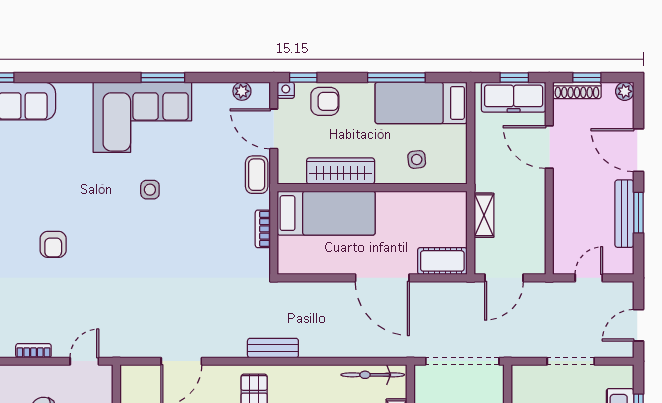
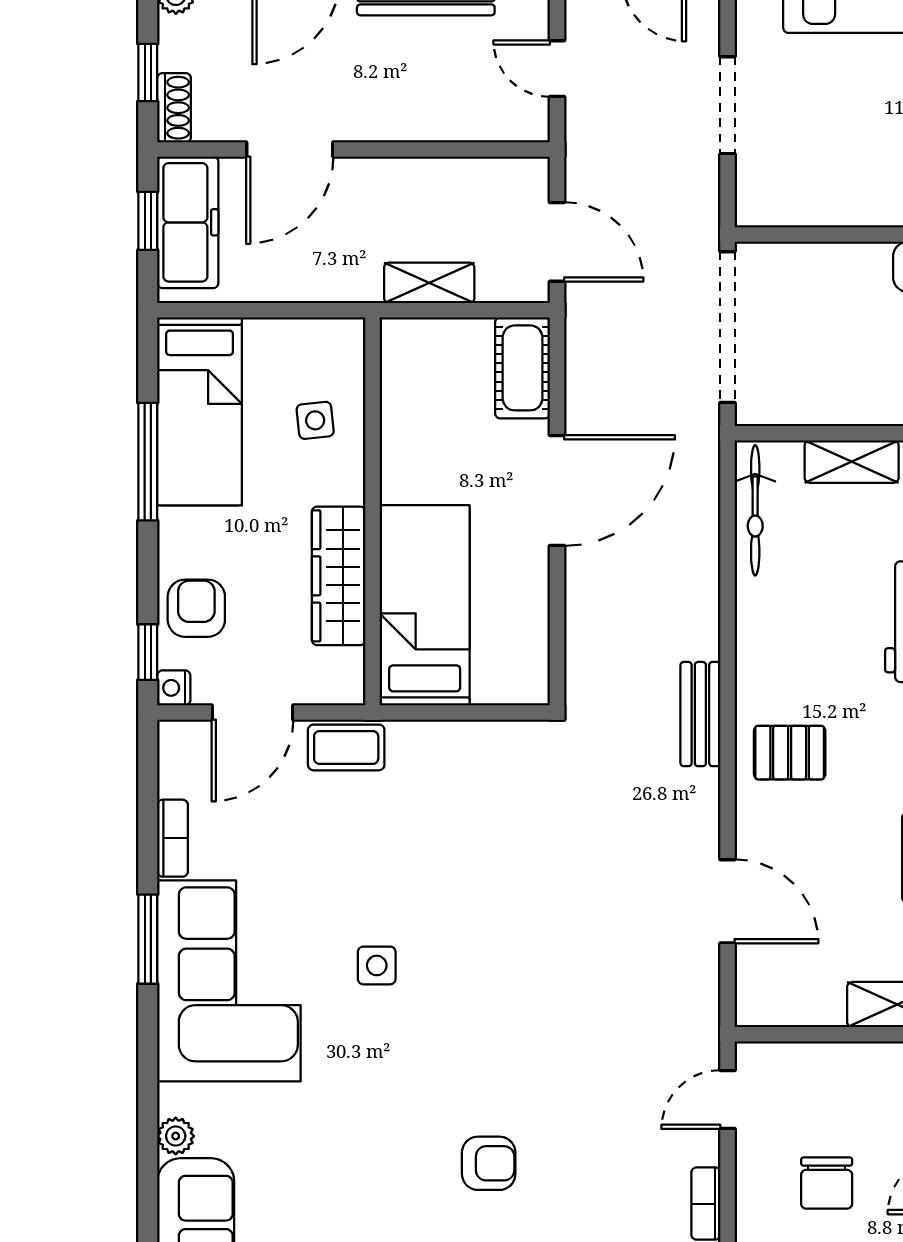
shoe rack: (577, 90) -> (174, 108), width x0.70
plant: (242, 91) -> (176, 1136), moved
bookcase: (263, 229) -> (173, 838), moved, turned -90
door: (84, 361) -> (727, 1099), hinge flipped

